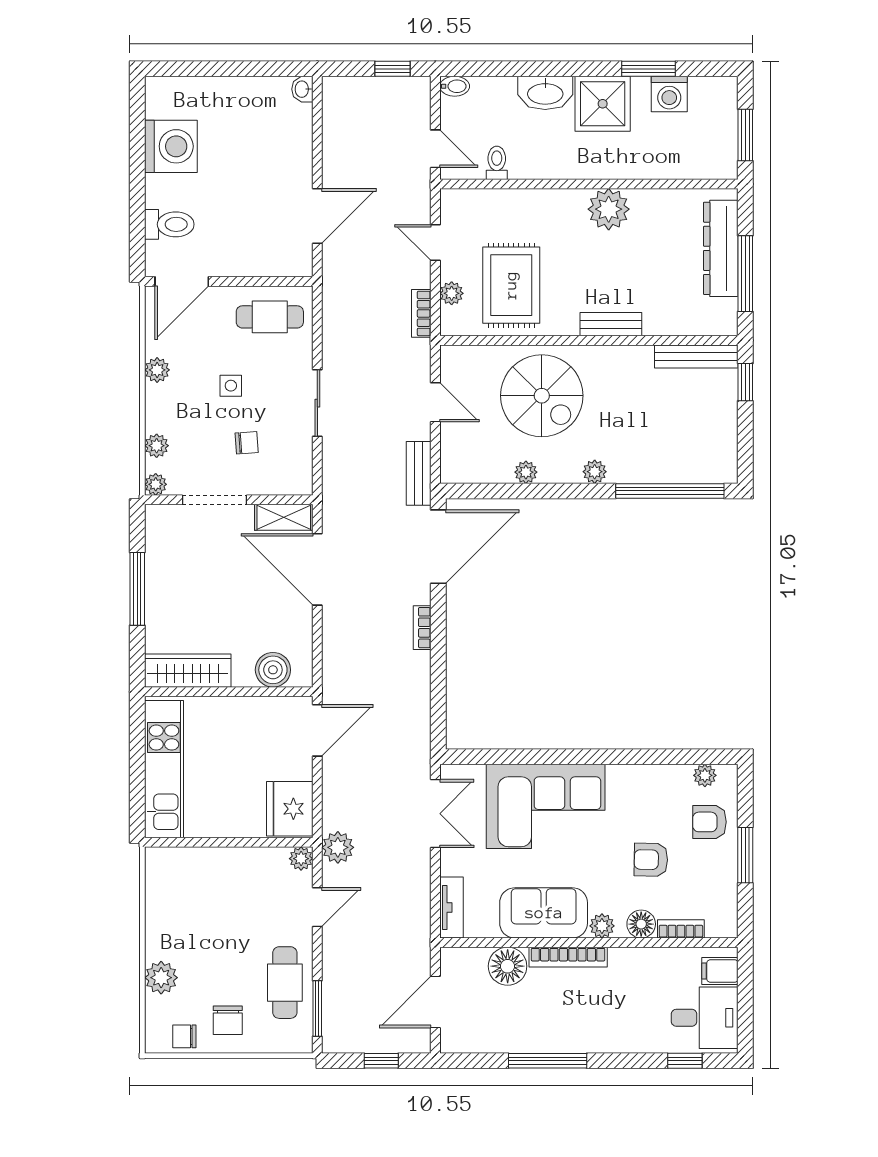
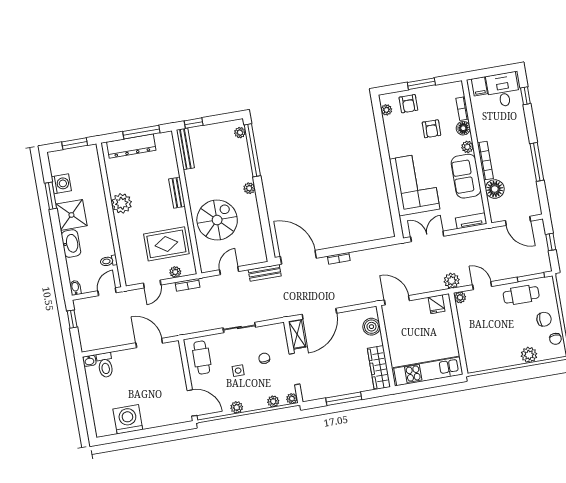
toilet: (169, 224) -> (105, 365), moved, turned 180
plant: (526, 472) -> (240, 133), moved
fridge: (290, 809) -> (437, 304), width x0.53, depth x0.75

